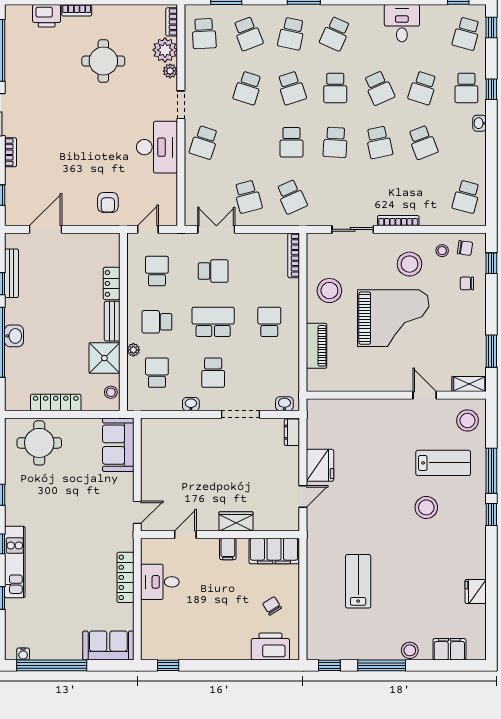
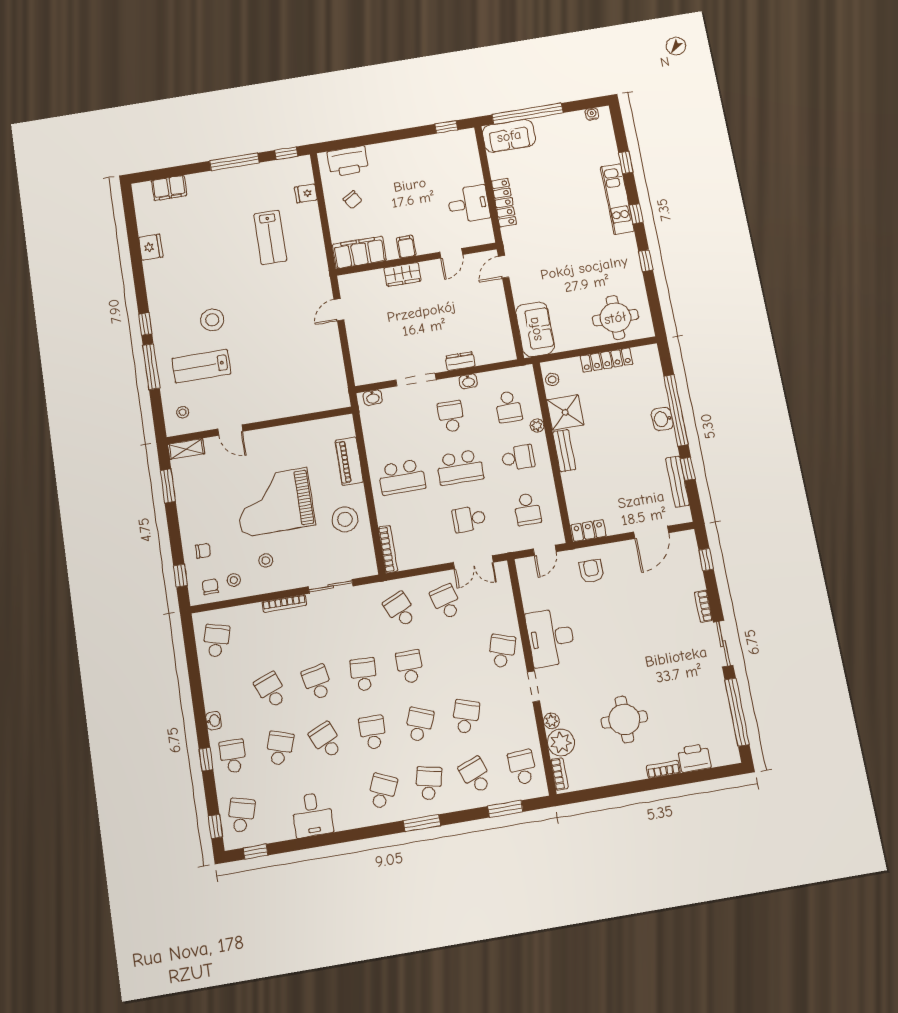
school desk: (292, 88) -> (419, 725), turned 39
chair: (465, 248) -> (210, 587), turned 82
stool: (410, 264) -> (266, 560), width x0.53, depth x0.53
locker: (112, 283) -> (588, 531), moved, turned -90
school desk: (269, 322) -> (402, 477), width x1.85
stool: (467, 421) -> (183, 412), width x0.53, depth x0.53
dresser: (292, 432) -> (460, 361), moved, turned -90
fridge: (320, 465) -> (306, 193), moved, width x0.53, depth x0.75
stool: (410, 650) -> (208, 181), removed
window: (52, 665) -> (527, 114), moved

